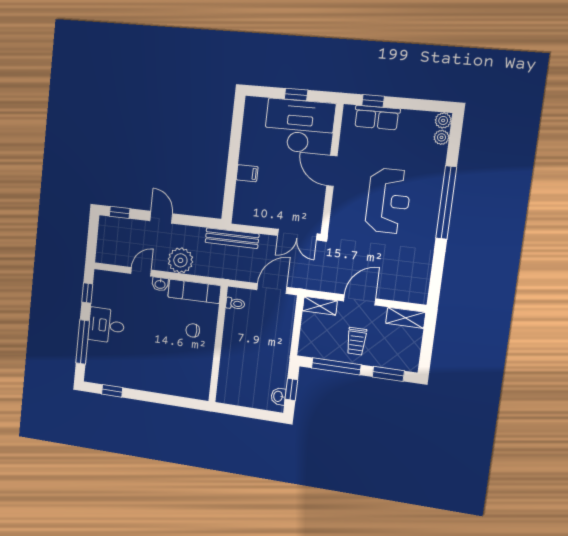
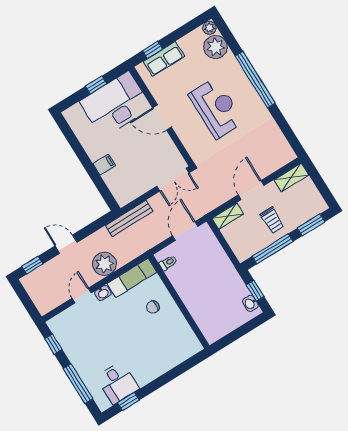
plant: (441, 137) -> (216, 47), width x1.88, depth x1.88
desk: (106, 325) -> (118, 383), moved, turned -90

